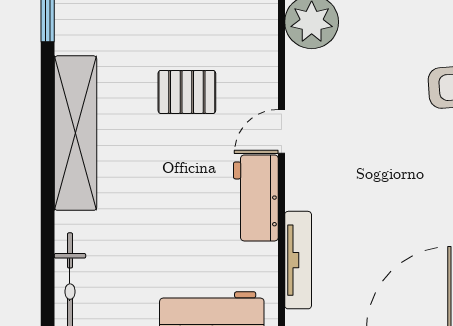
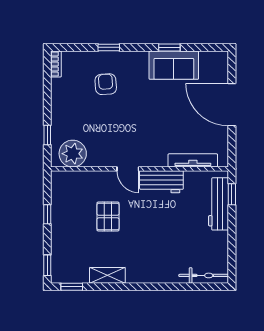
shelving: (76, 133) -> (107, 275), width x0.45, depth x0.75

